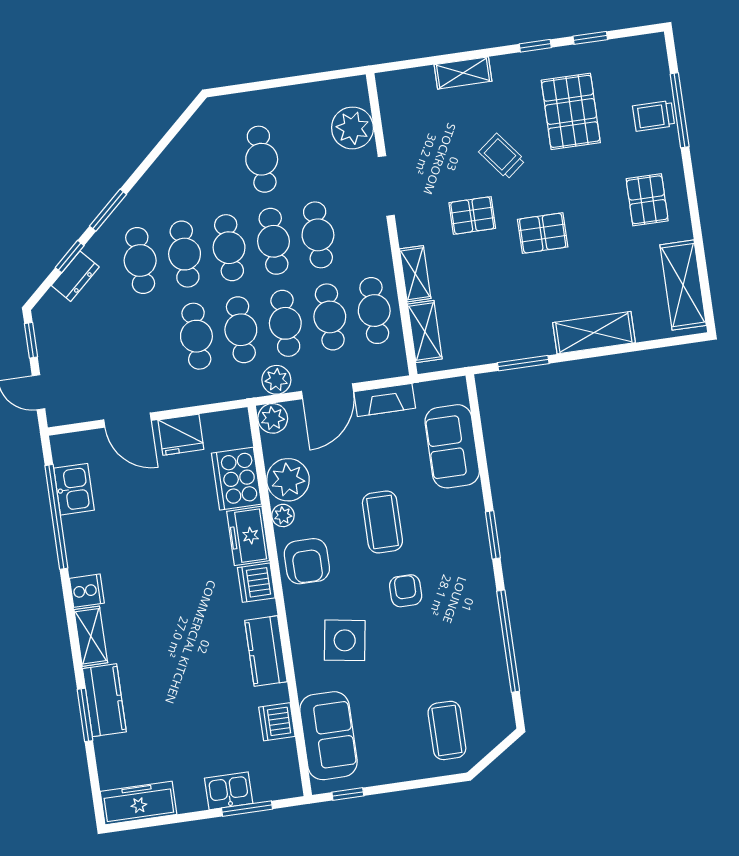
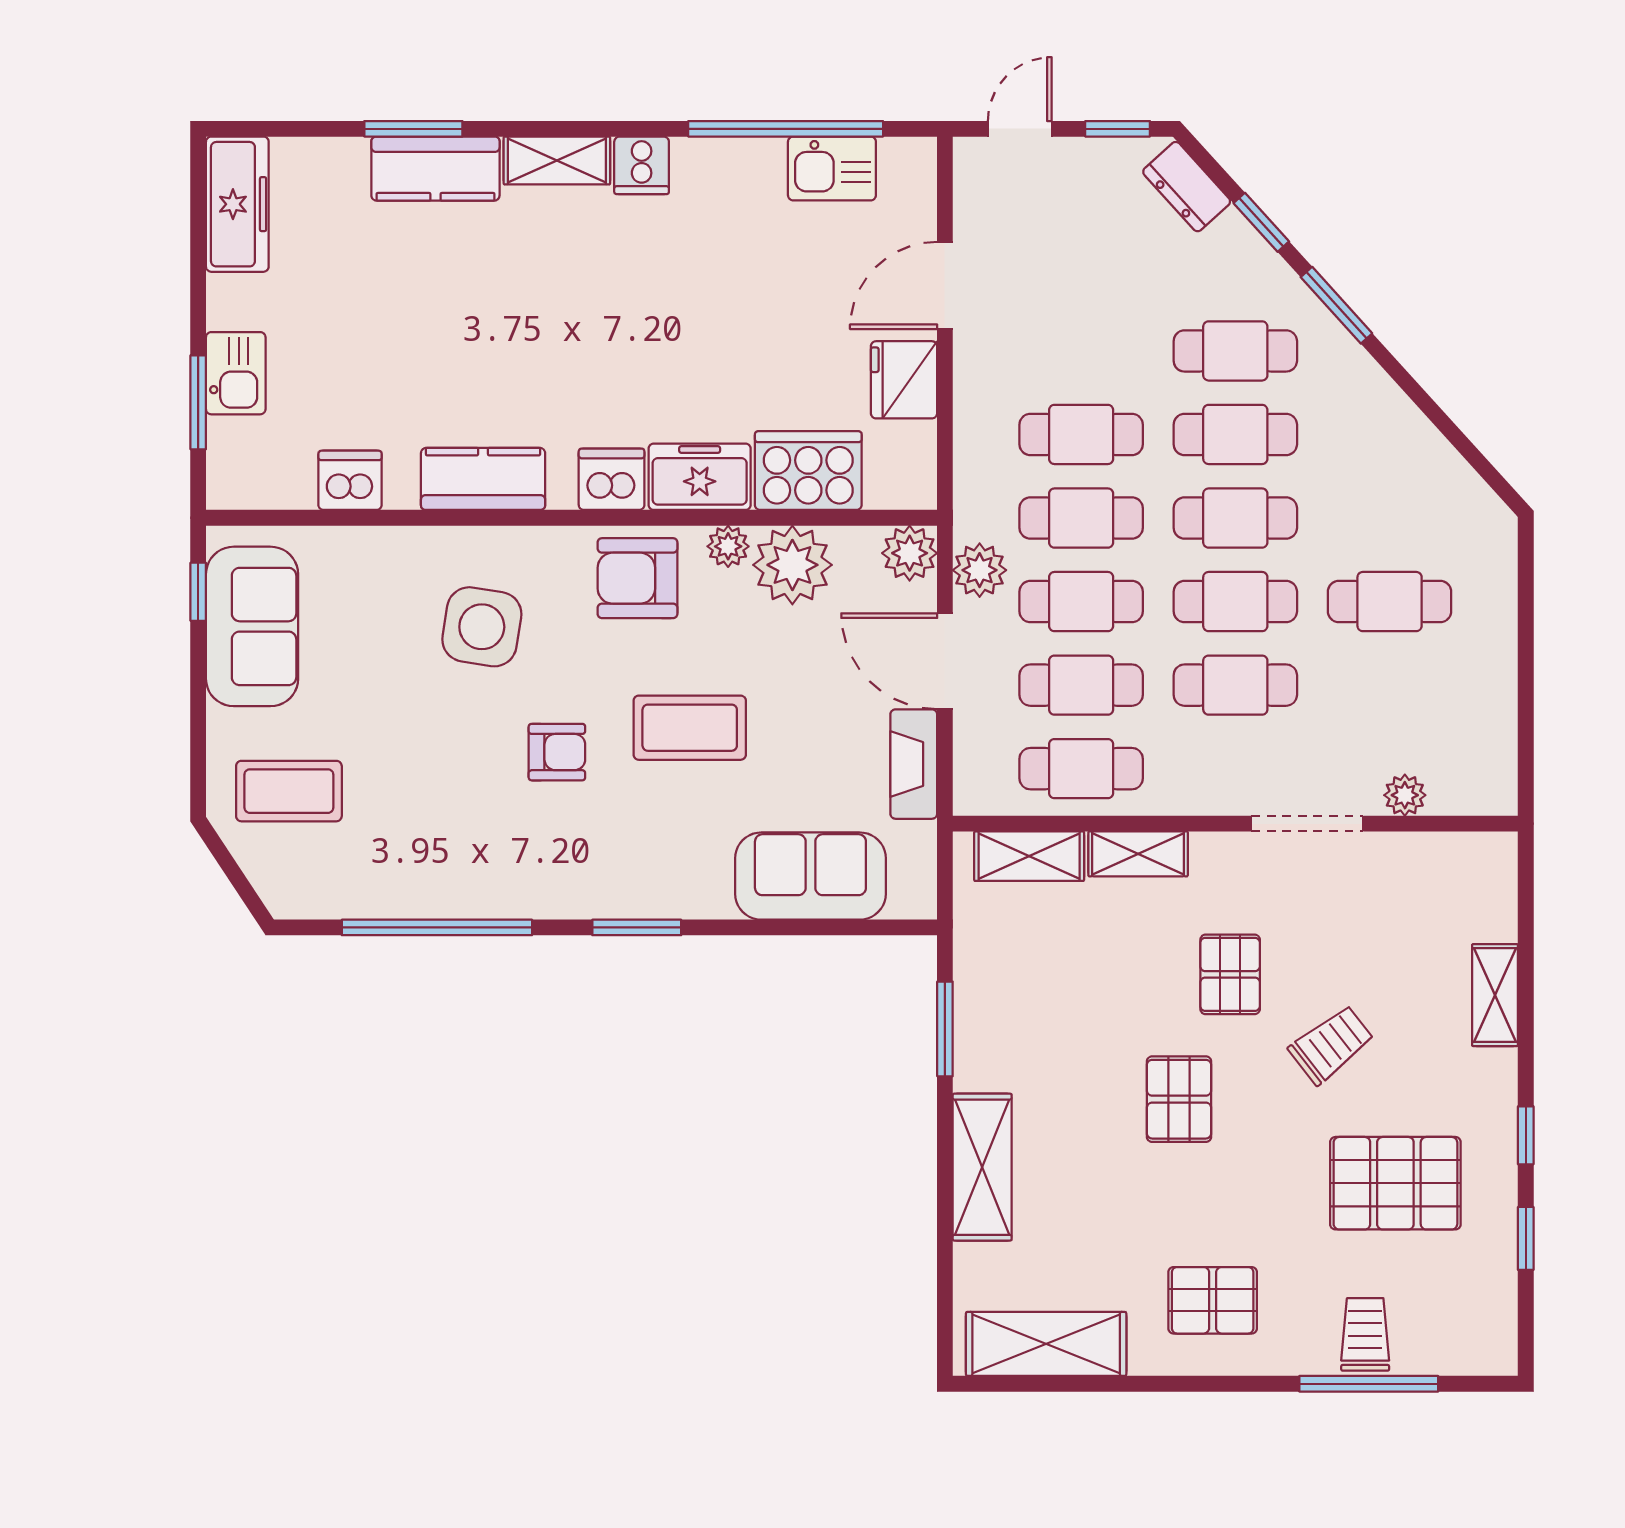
plant: (352, 128) -> (1405, 795), width x0.53, depth x0.53
dresser: (75, 276) -> (1187, 187), moved
sofa: (328, 736) -> (252, 626), moved, turned -90

